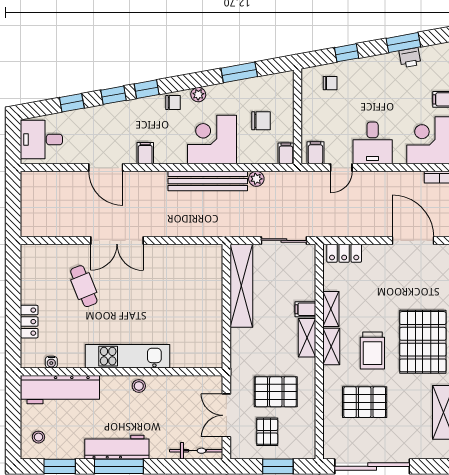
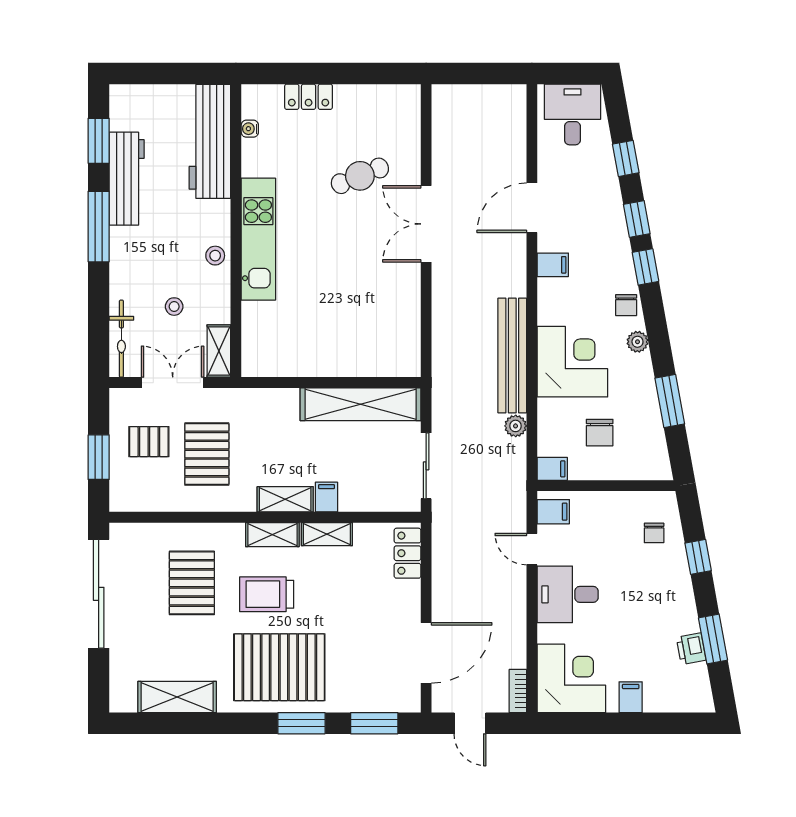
shelving: (205, 383) -> (219, 351), added
stool: (38, 437) -> (174, 307), moved
workbench: (117, 447) -> (127, 179), moved

